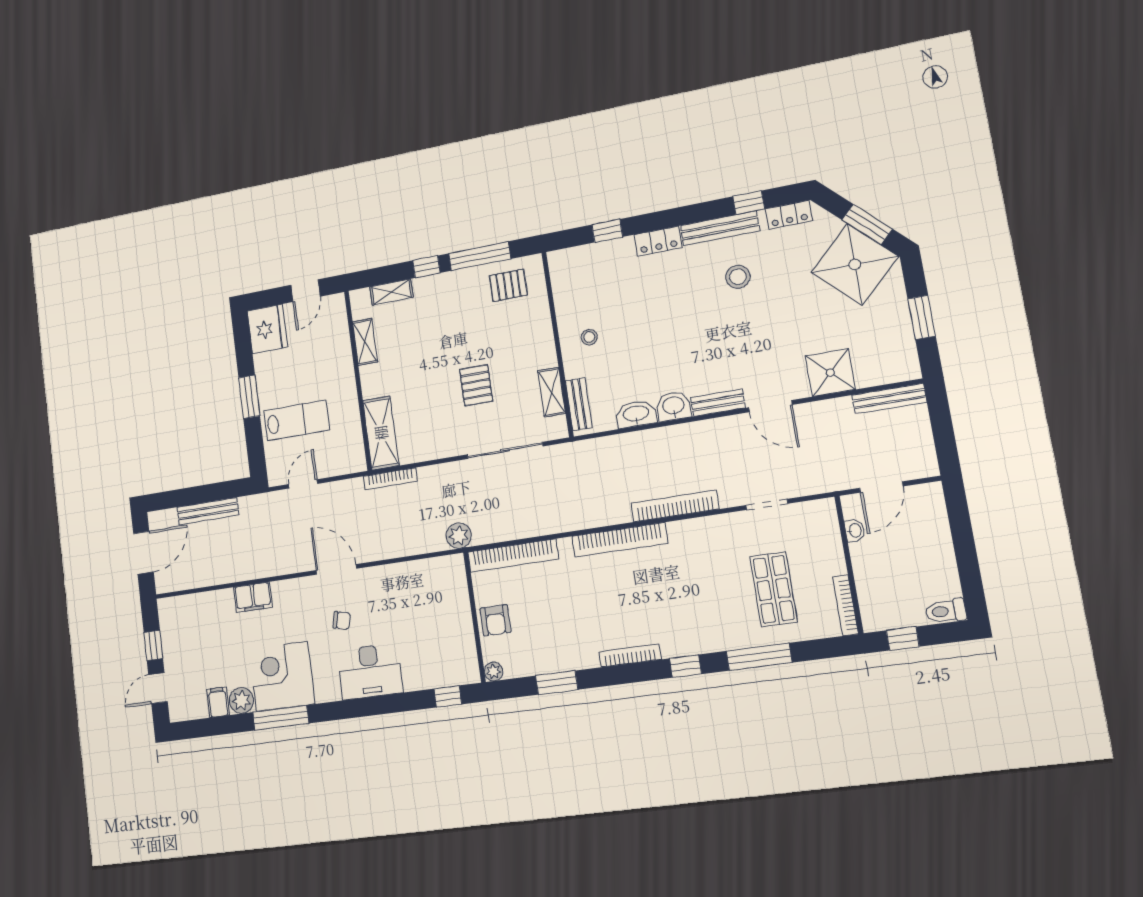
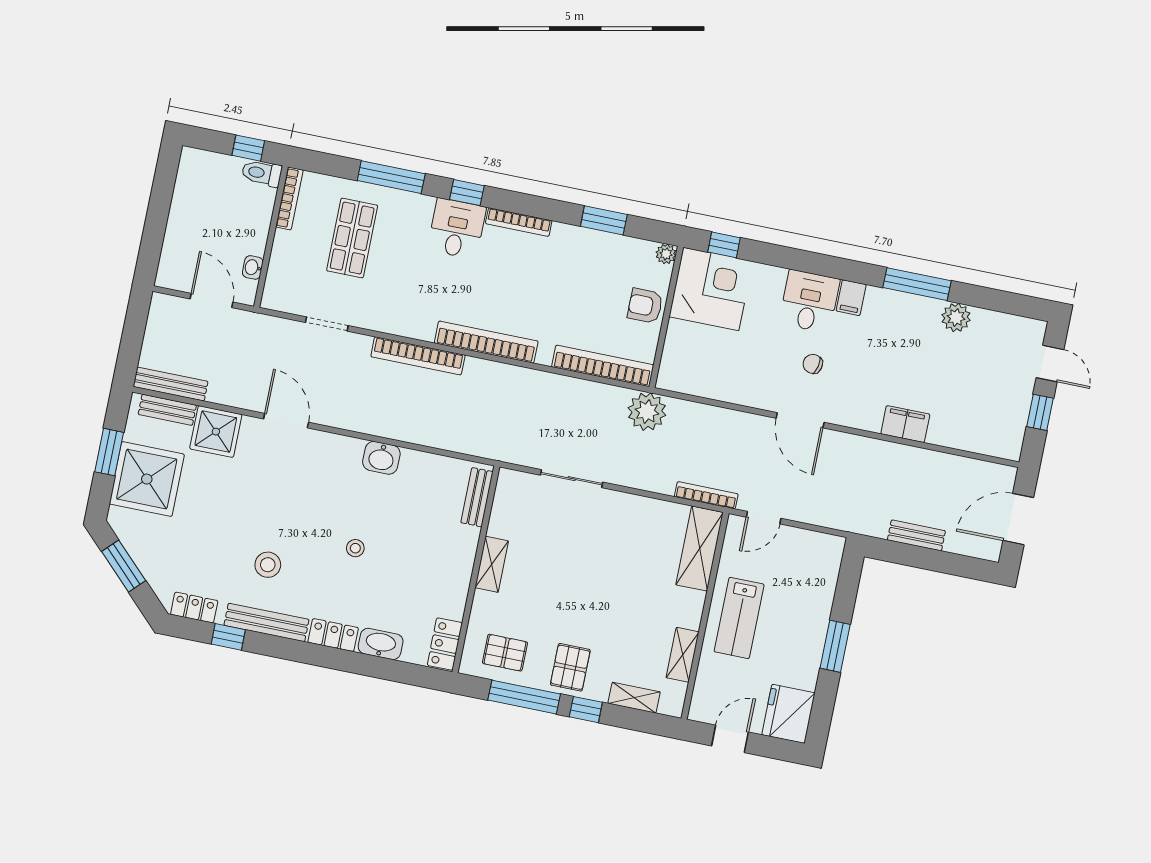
window: (607, 231) -> (381, 668), removed
shower: (855, 264) -> (147, 479), moved, turned 45
locker: (561, 272) -> (445, 644), added
stool: (589, 337) -> (355, 548), moved
pallet: (476, 385) -> (570, 667), moved
shelving: (552, 392) -> (492, 564), moved
bench: (718, 403) -> (167, 410), moved
washbasin: (636, 414) -> (381, 644), moved, turned 180
lab bench: (297, 420) -> (739, 618), moved, turned -90
sliding door: (505, 450) -> (572, 479), width x0.73
door: (303, 484) -> (764, 518), moved
door: (881, 487) -> (211, 301), hinge flipped
bench: (208, 511) -> (916, 535), width x0.73
plant: (459, 536) -> (647, 412), width x1.36, depth x1.36
toilet: (946, 611) -> (262, 173), moved, turned 180
armchair: (495, 620) -> (645, 306), turned -90
desk: (683, 631) -> (457, 229), added
desk: (370, 671) -> (809, 301), width x0.73
corner desk: (282, 676) -> (711, 289), moved, turned -90
door: (158, 688) -> (1050, 364), hinge flipped
filing cabinet: (218, 702) -> (851, 298), moved

